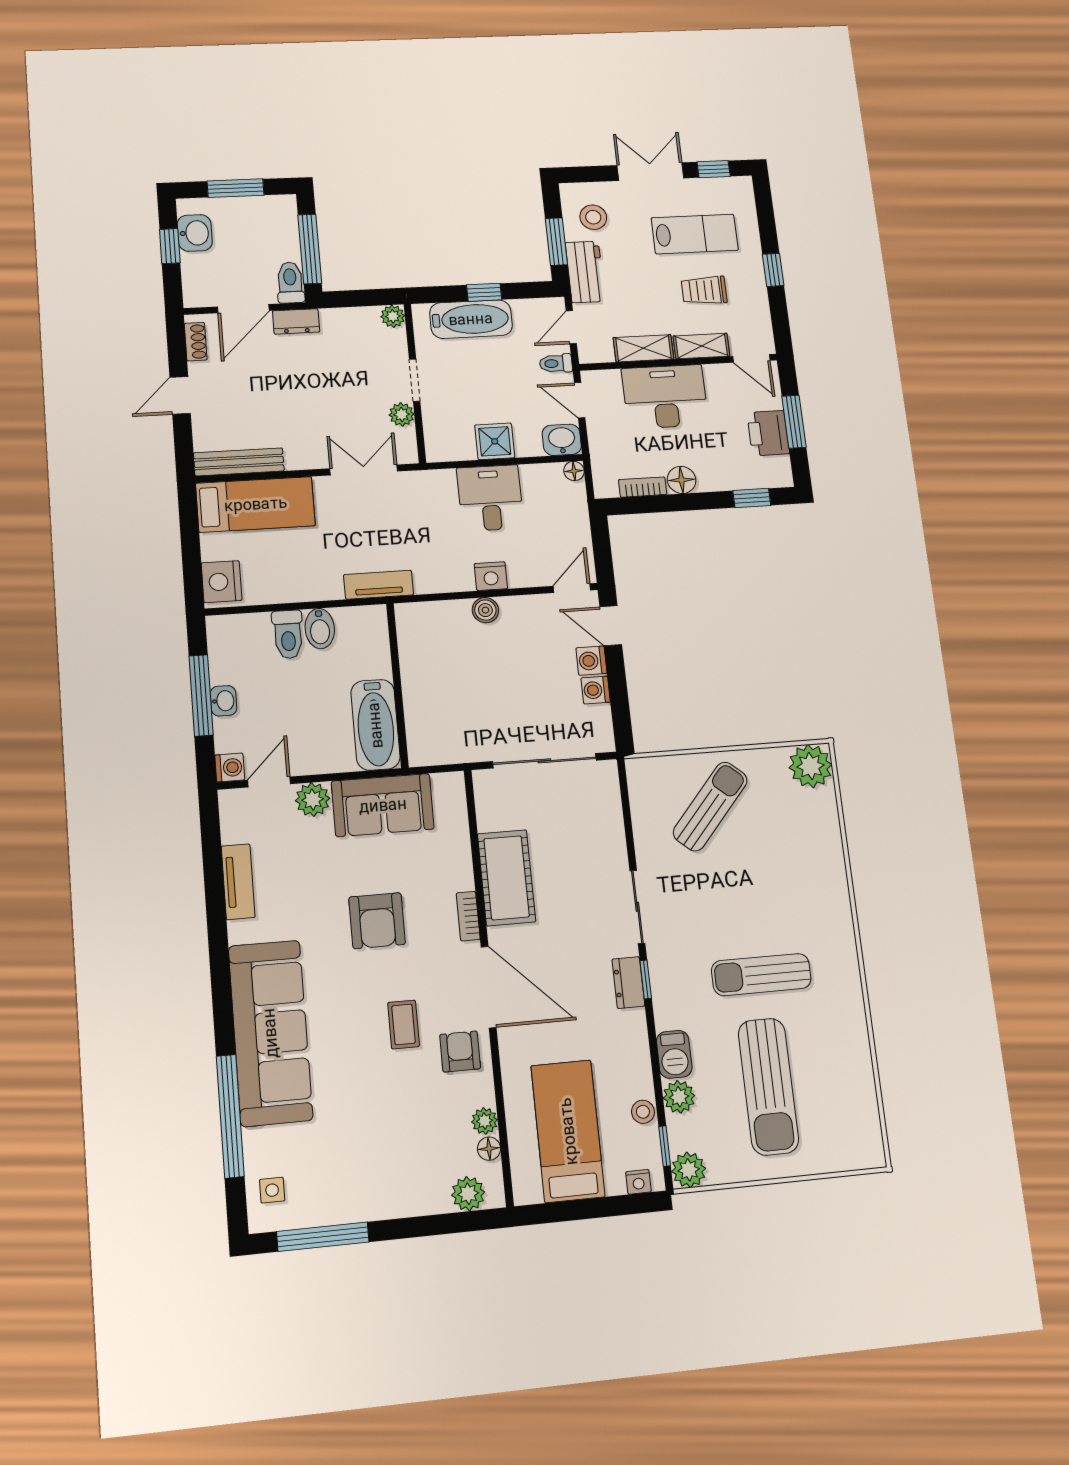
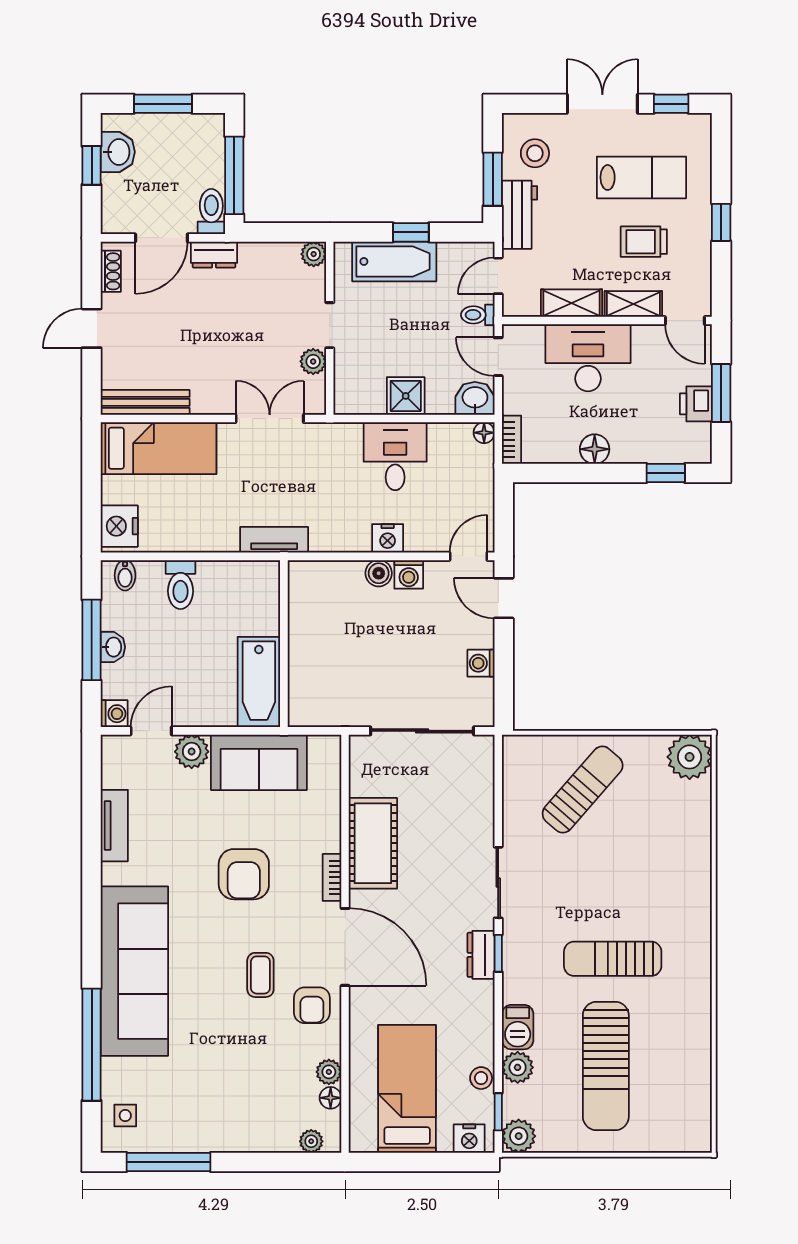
printer: (768, 433) -> (696, 404), width x0.73, depth x0.81
bookcase: (643, 487) -> (512, 440), moved, turned 90
bidet: (320, 629) -> (125, 575), moved, width x0.72, depth x0.74
washing machine: (591, 661) -> (409, 574), moved, turned -90
armchair: (460, 1052) -> (312, 1005), turned 180
nightstand: (638, 1182) -> (469, 1139), width x1.39, depth x1.35
plant: (468, 1194) -> (311, 1141), width x0.73, depth x0.73

